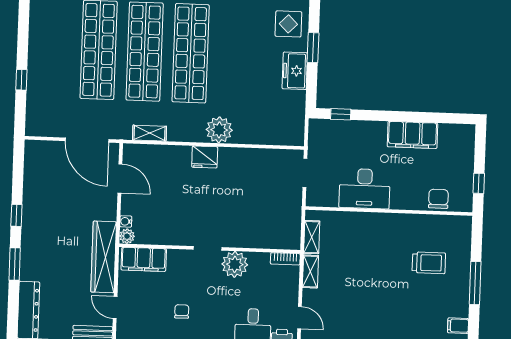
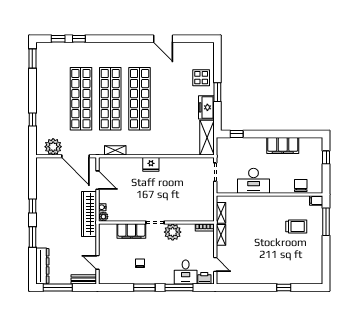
shelving: (294, 118) -> (207, 138), added
plant: (219, 130) -> (53, 147), moved
window: (479, 183) -> (326, 157), moved
wardrobe: (104, 257) -> (89, 214), moved
filing cabinet: (144, 259) -> (131, 231), moved
window: (475, 283) -> (326, 222), moved
filing cabinet: (458, 326) -> (316, 200), moved

